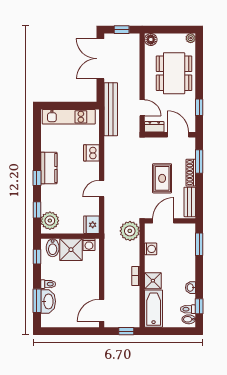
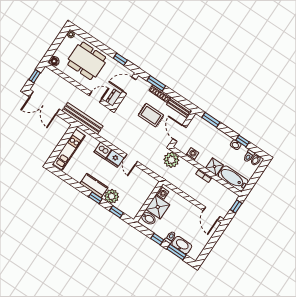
plant: (50, 221) -> (112, 196), moved
fridge: (91, 225) -> (115, 159), moved
window: (37, 257) -> (157, 239), moved
window: (199, 306) -> (242, 141), moved

